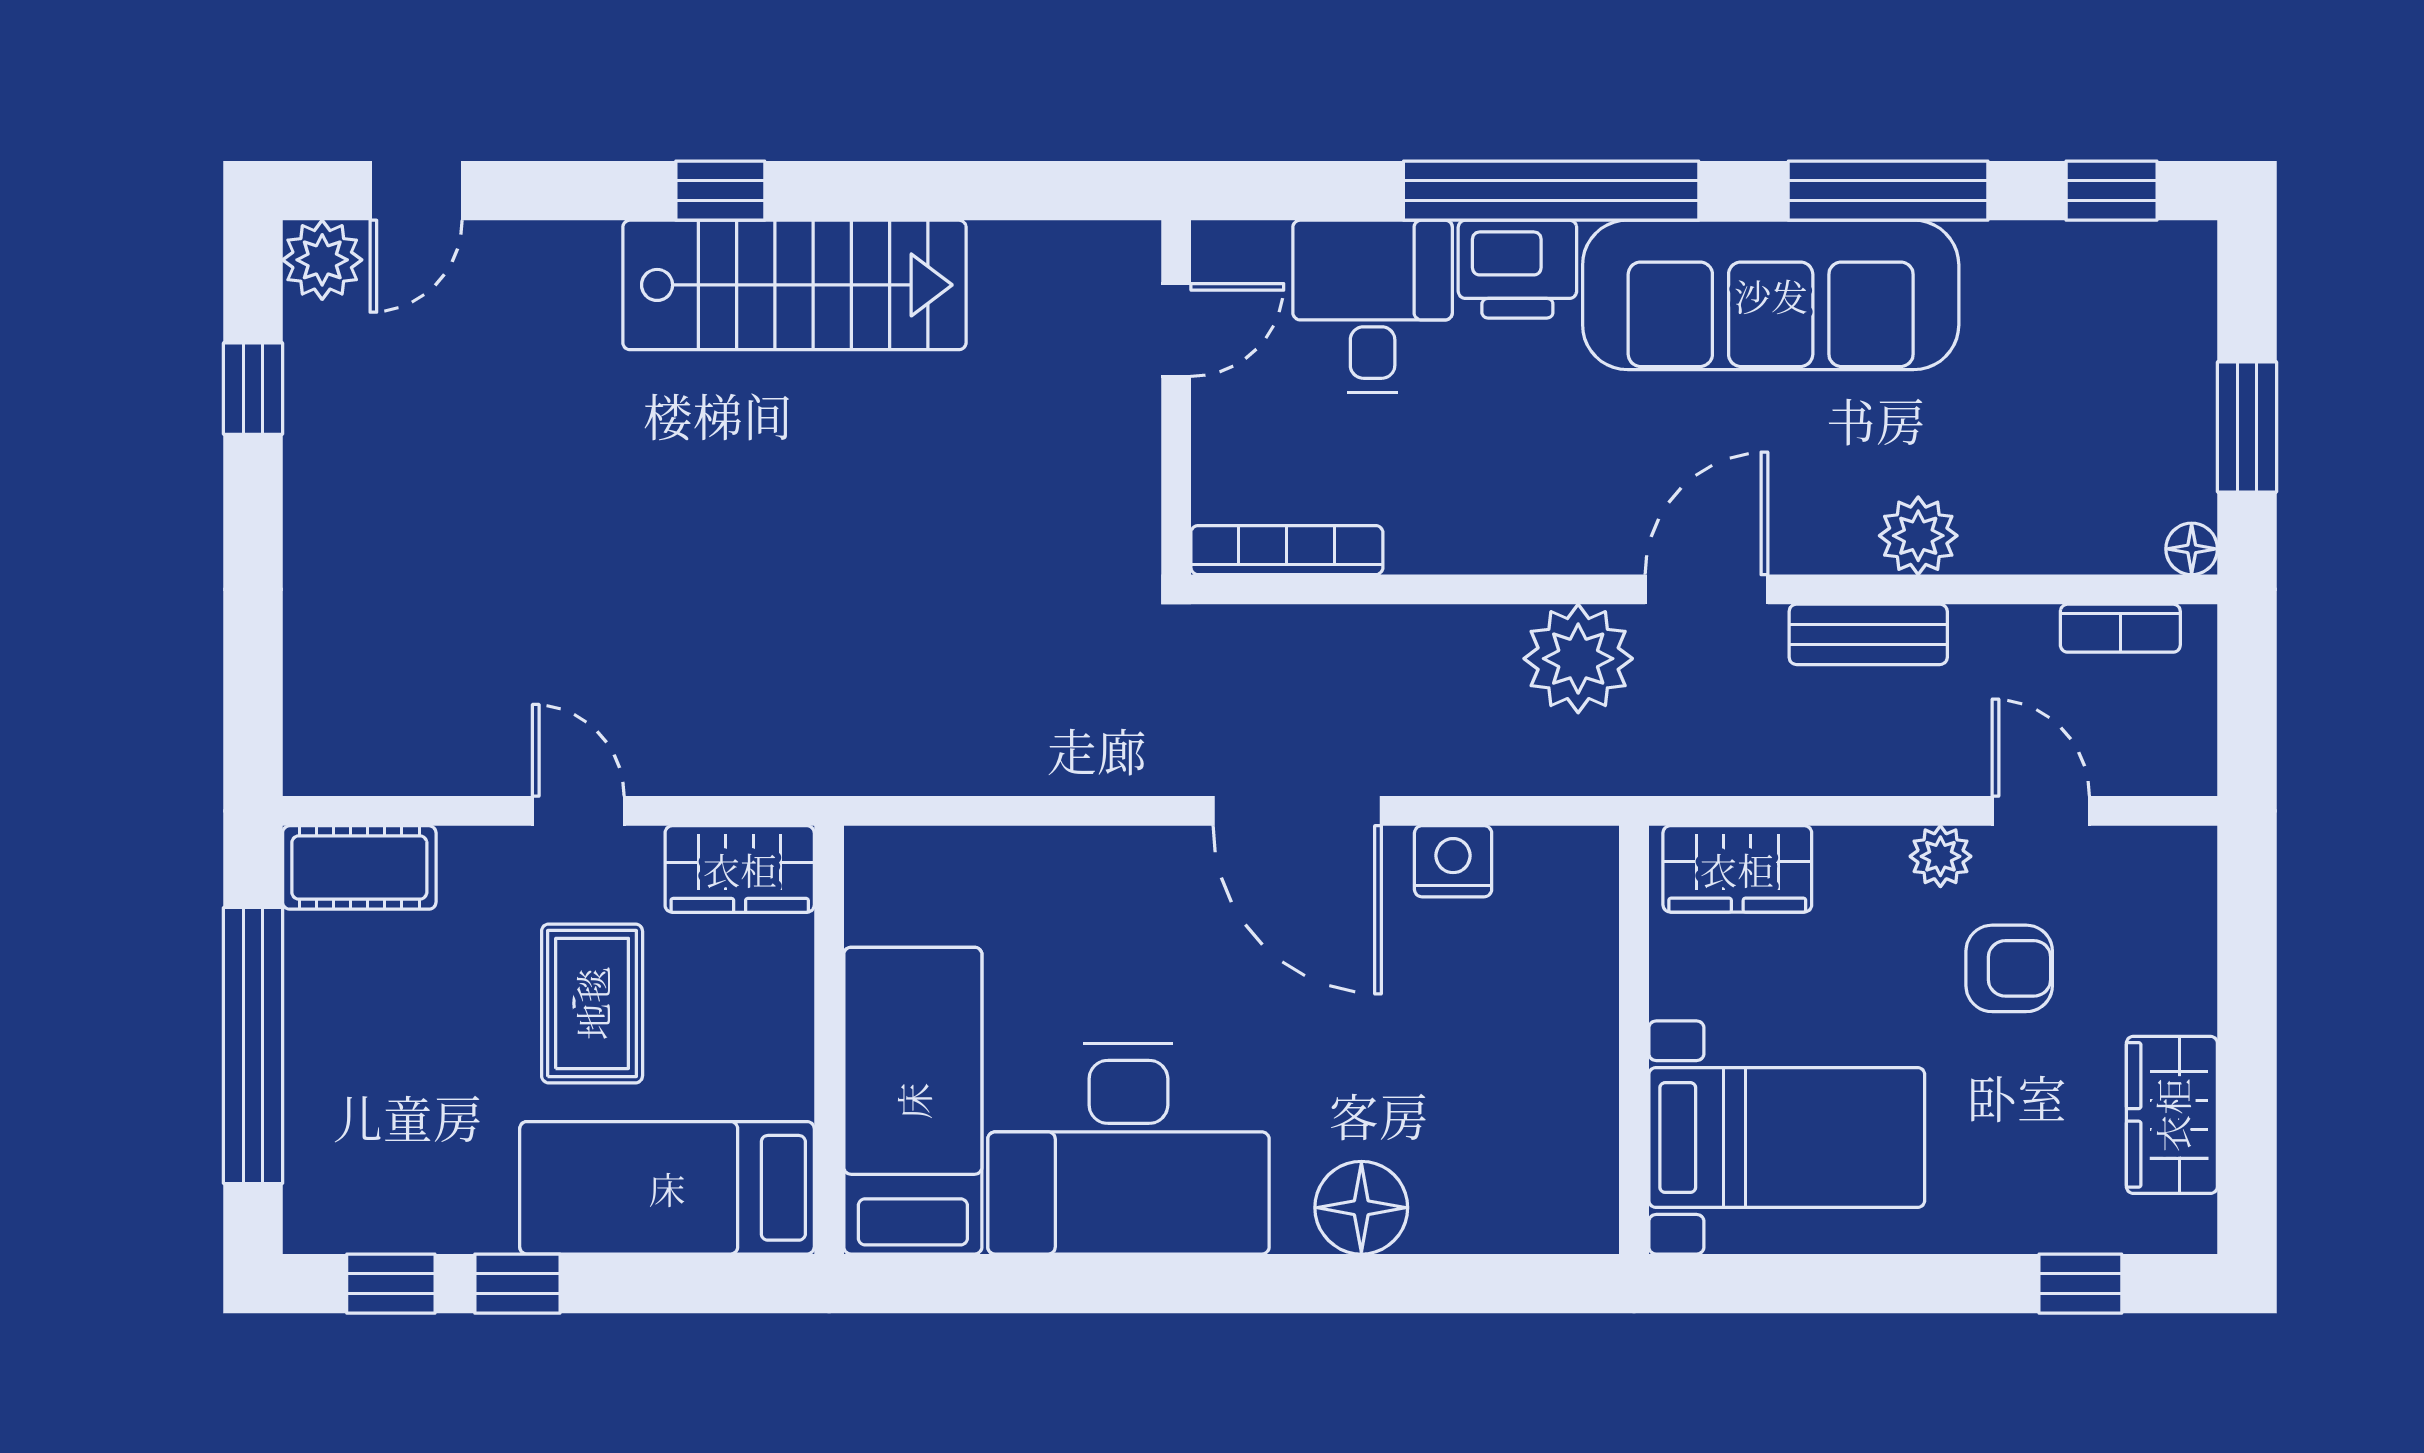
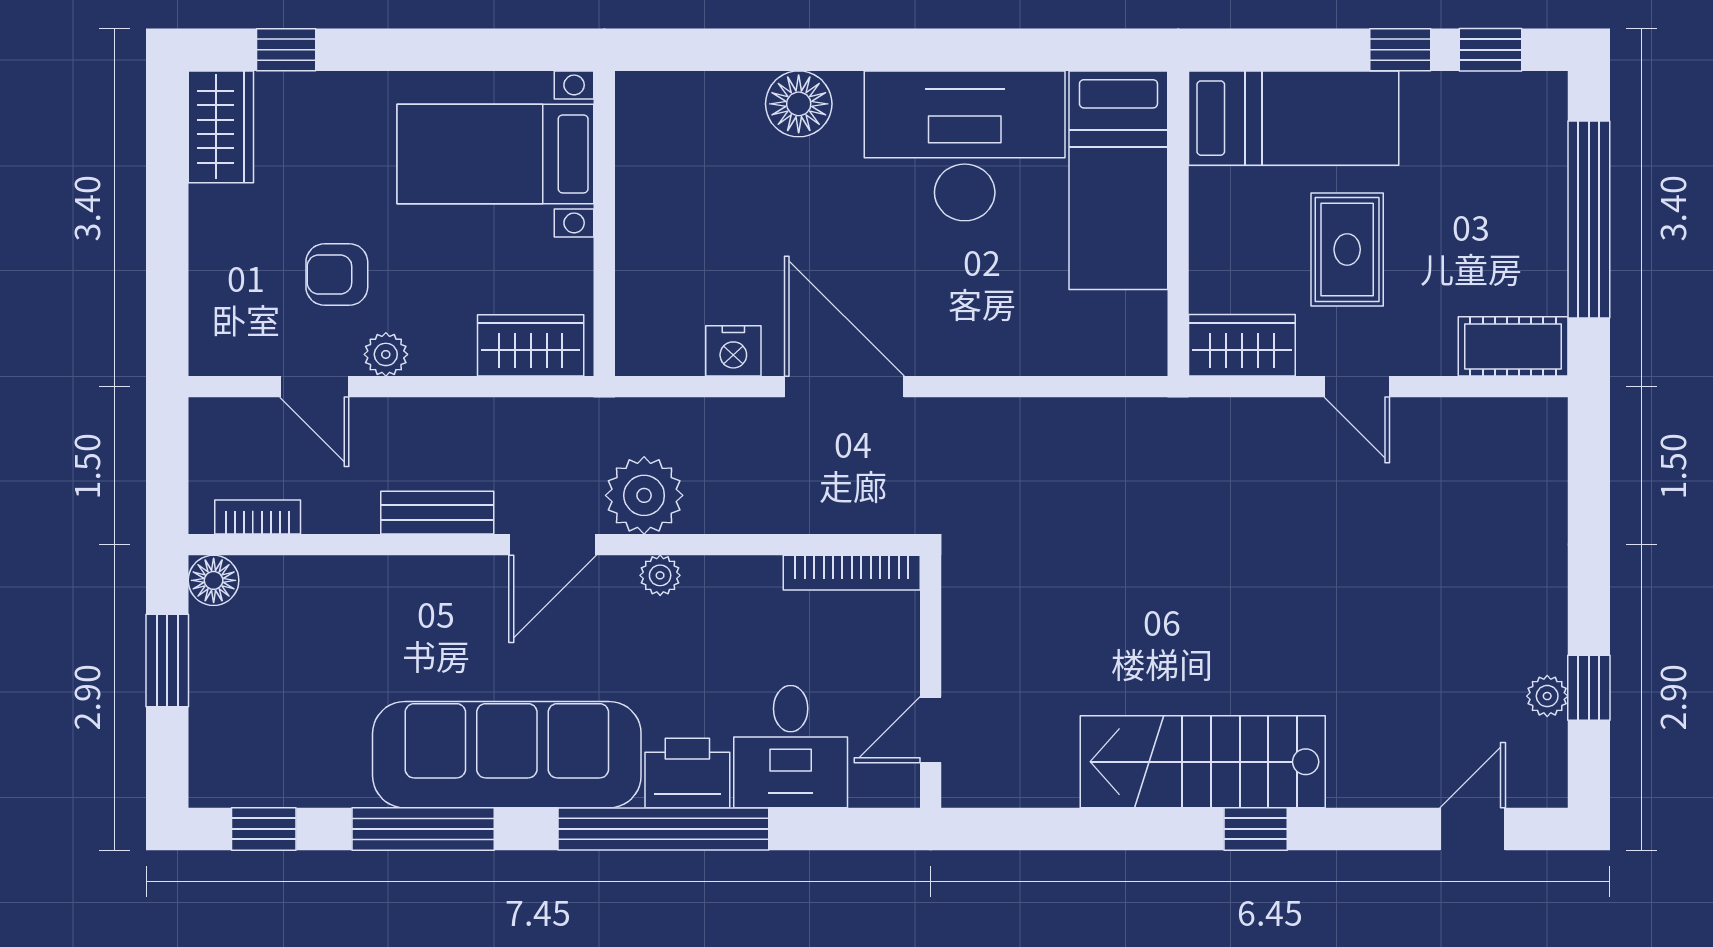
plant: (322, 260) -> (1547, 696), moved, width x0.73, depth x0.73
plant: (1918, 536) -> (660, 575), moved, width x0.73, depth x0.73
floor lamp: (2192, 549) -> (214, 580), width x1.37, depth x1.37
wardrobe: (2172, 1115) -> (221, 127), moved

